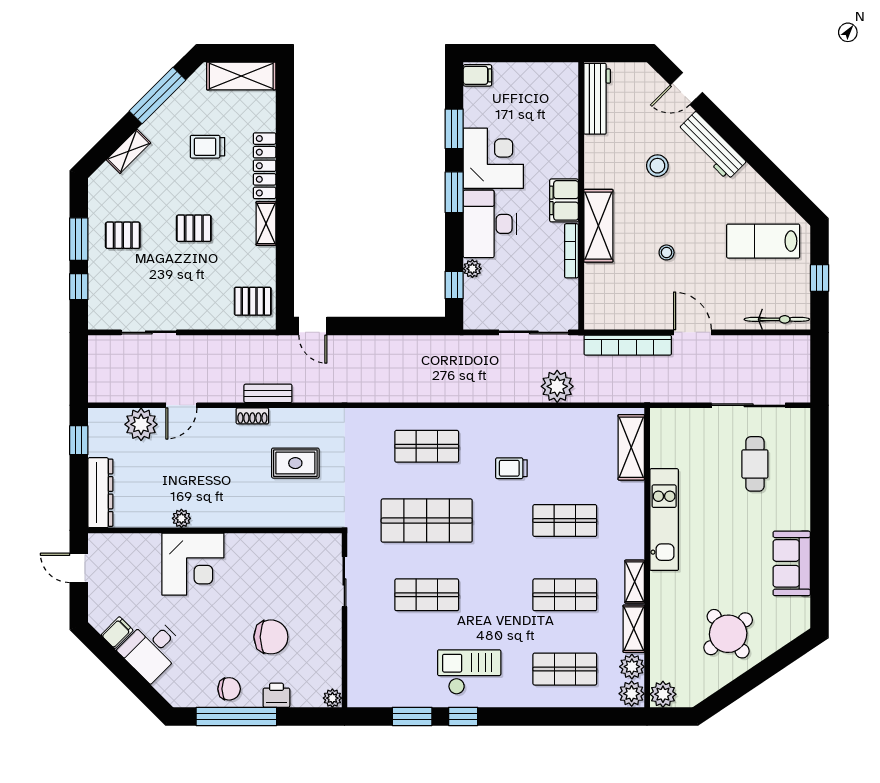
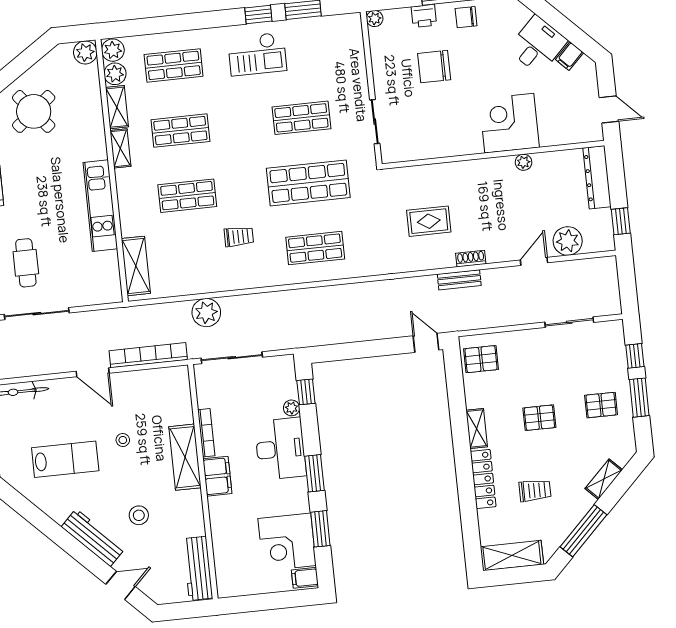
corner desk: (493, 158) -> (287, 542), moved
lab bench: (763, 241) -> (65, 459), moved

